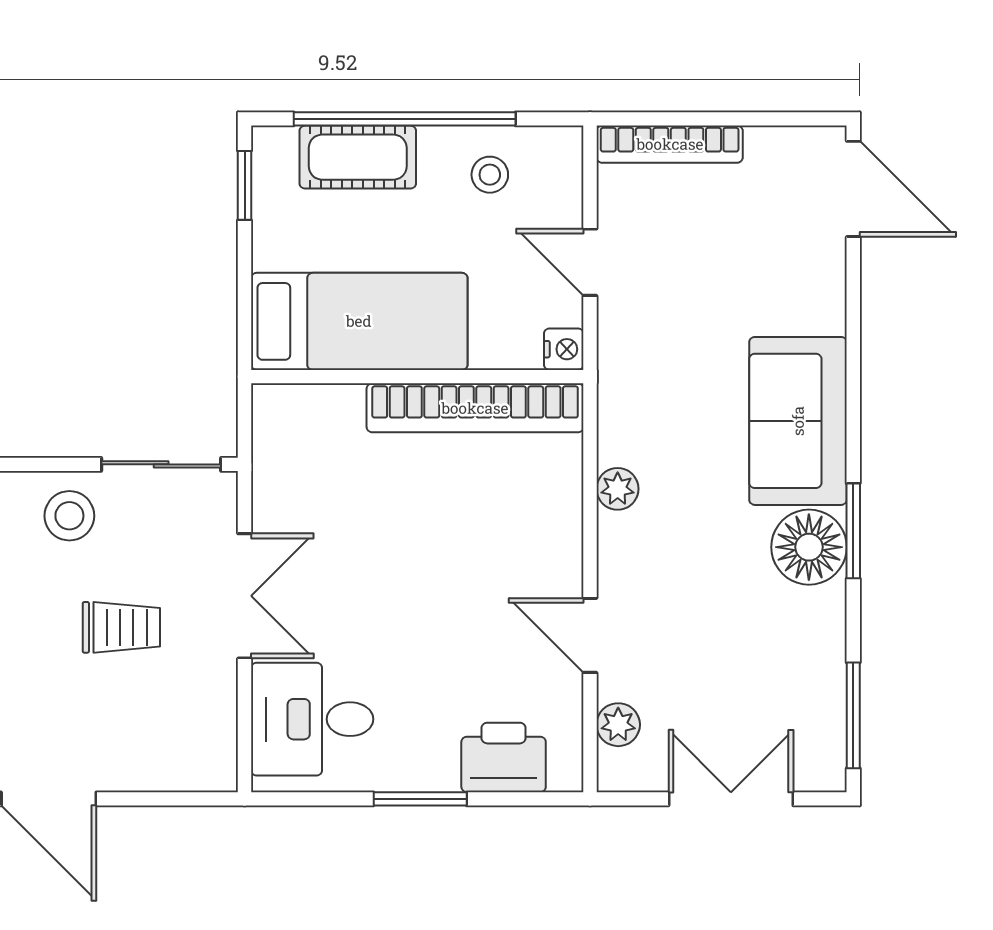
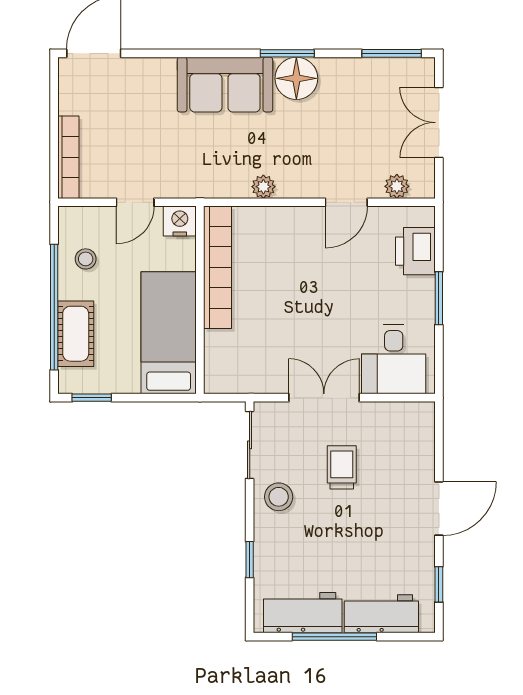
nightstand: (564, 349) -> (180, 221), width x1.39, depth x1.35

